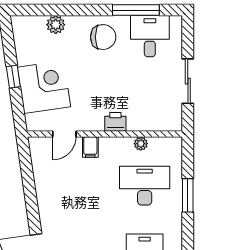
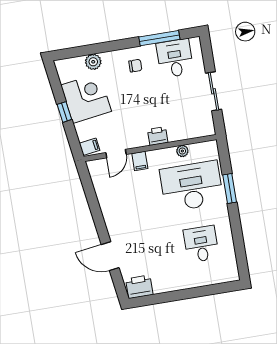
chair: (103, 37) -> (135, 66), width x0.54, depth x0.54
corner desk: (44, 87) -> (86, 98), moved
filing cabinet: (35, 121) -> (90, 147), added
desk: (145, 186) -> (192, 186), width x1.36, depth x1.30

